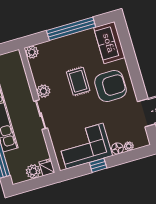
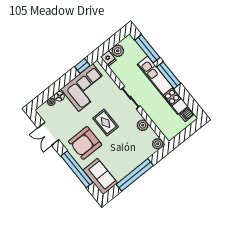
window: (131, 61) -> (77, 169), added
rug: (78, 81) -> (106, 123), moved
plant: (43, 91) -> (143, 125), moved
window: (98, 165) -> (82, 66), moved

